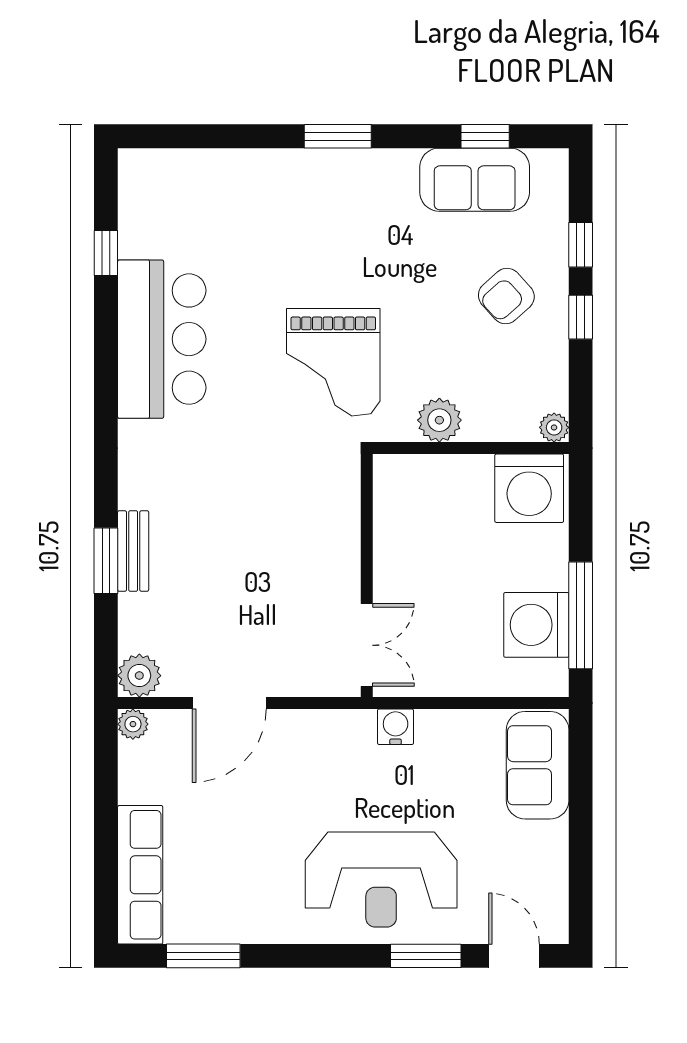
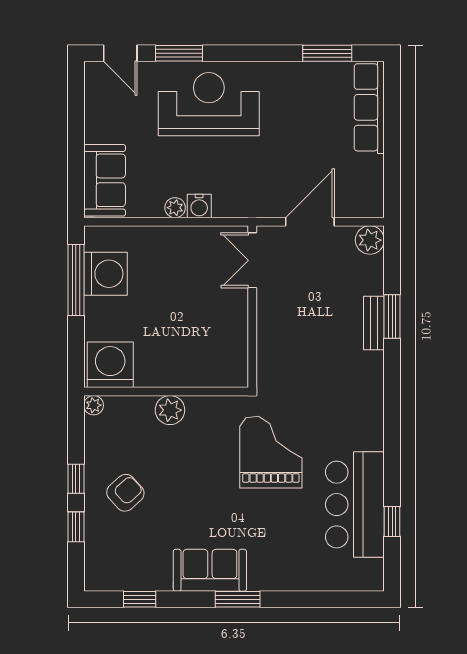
sofa: (475, 180) -> (210, 570), moved
bar counter: (162, 339) -> (355, 505), moved
grand piano: (333, 362) -> (271, 452), moved
wall: (367, 576) -> (252, 307), moved
double door: (367, 645) -> (252, 260), moved
plant: (133, 724) -> (175, 208), moved

